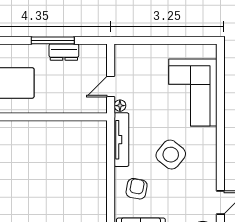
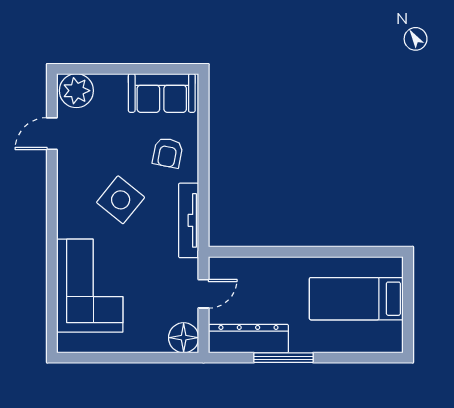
dresser: (64, 52) -> (248, 339), width x1.96, depth x1.24
floor lamp: (120, 106) -> (184, 338), moved, width x1.89, depth x1.89

